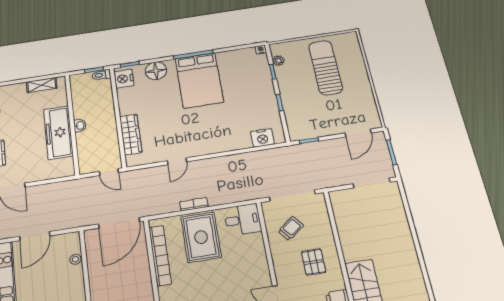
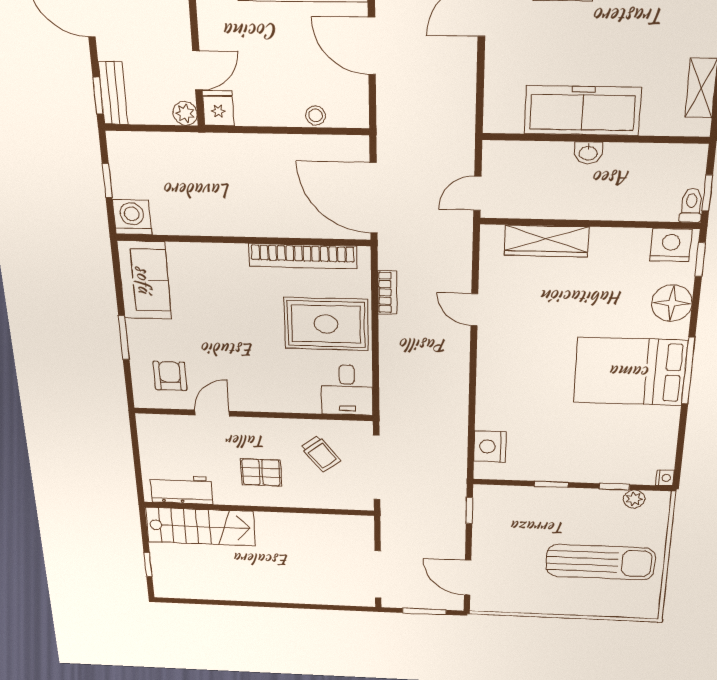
bookcase: (194, 204) -> (387, 292), moved

